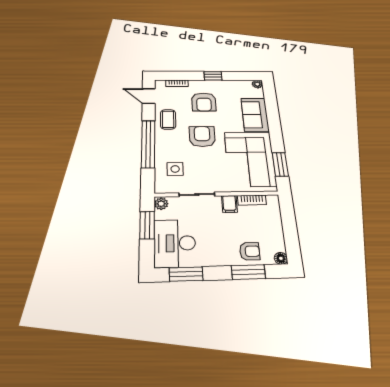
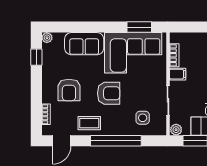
window: (213, 76) -> (36, 57), moved
armchair: (204, 102) -> (69, 90), turned 90
armchair: (202, 136) -> (109, 93), turned 180

